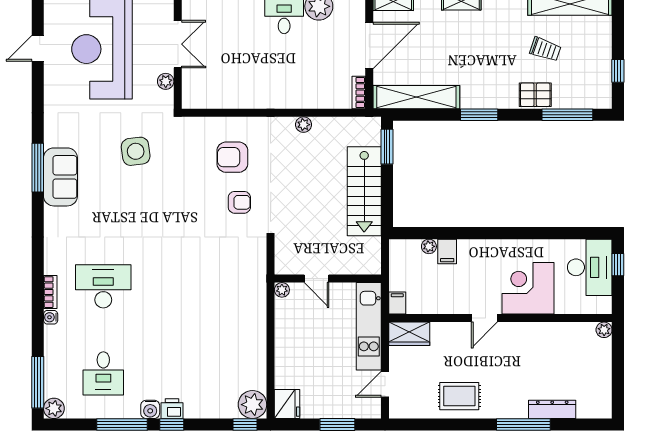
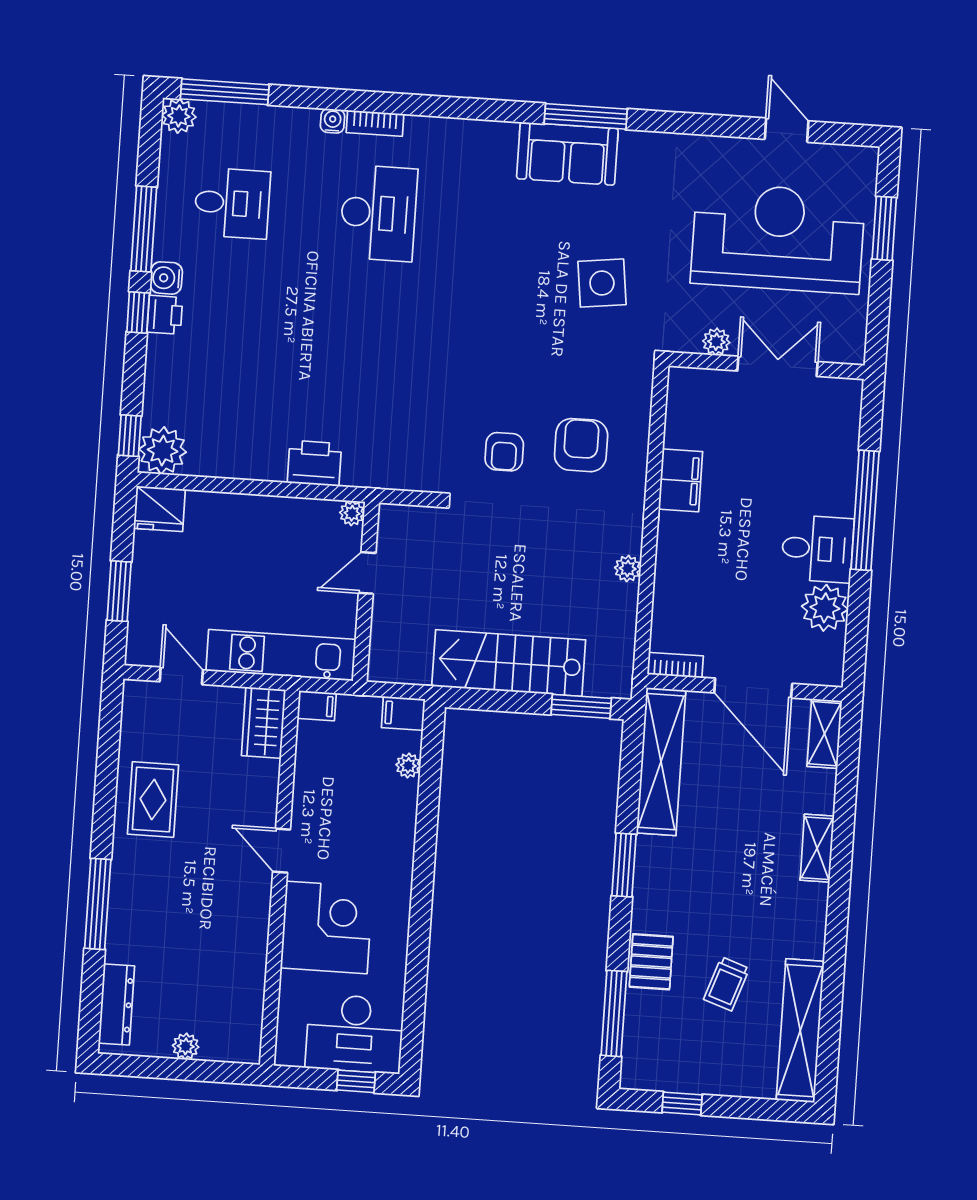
double door: (178, 44) -> (777, 366), swing flipped
filing cabinet: (249, 97) -> (680, 480), added
filing cabinet: (447, 251) -> (403, 713), moved
printer: (254, 314) -> (314, 463), added
plant: (604, 330) -> (186, 1046), moved
desk: (103, 373) -> (232, 203), turned 180
dresser: (552, 409) -> (116, 1004), moved

